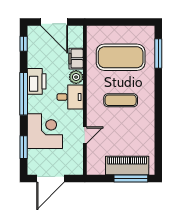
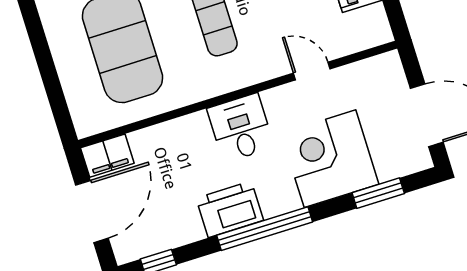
filing cabinet: (76, 59) -> (107, 156), moved
plant: (76, 77) -> (194, 128), removed

